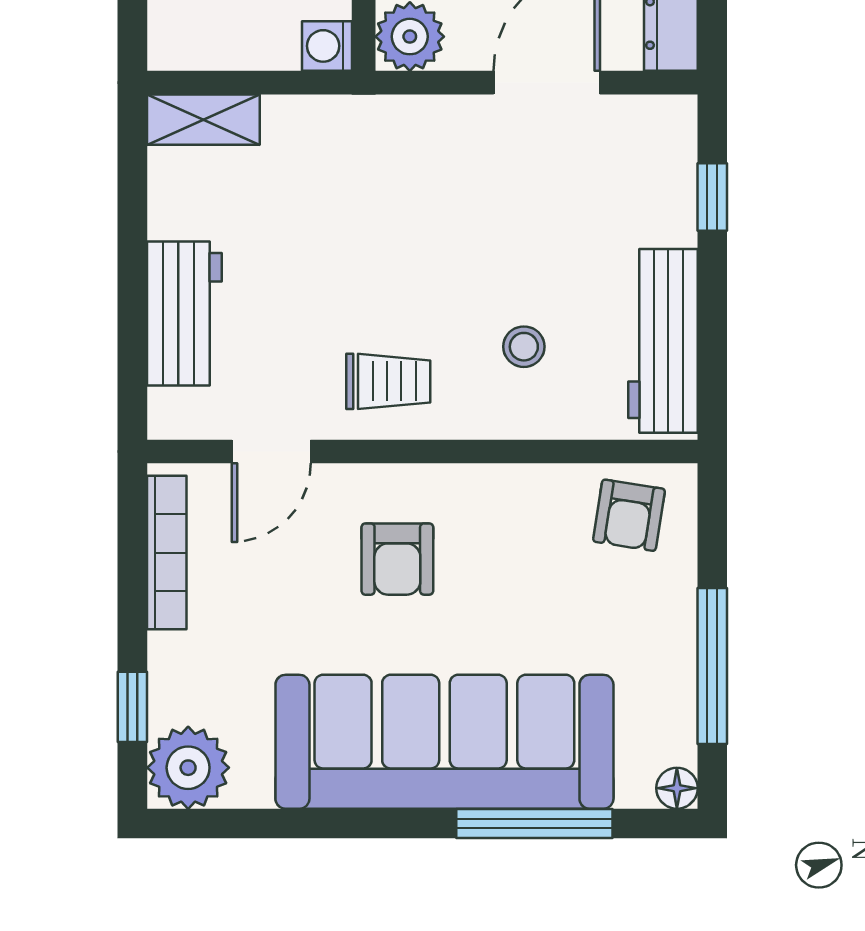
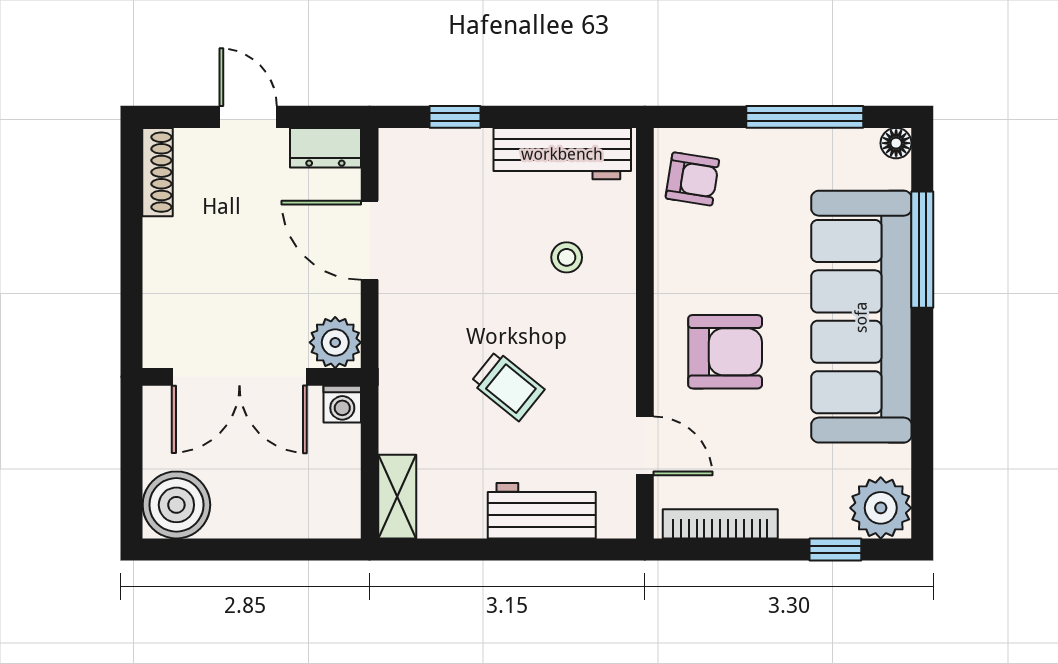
trolley: (388, 381) -> (508, 386), moved, turned 129
armchair: (397, 559) -> (725, 352), width x1.38, depth x1.38

